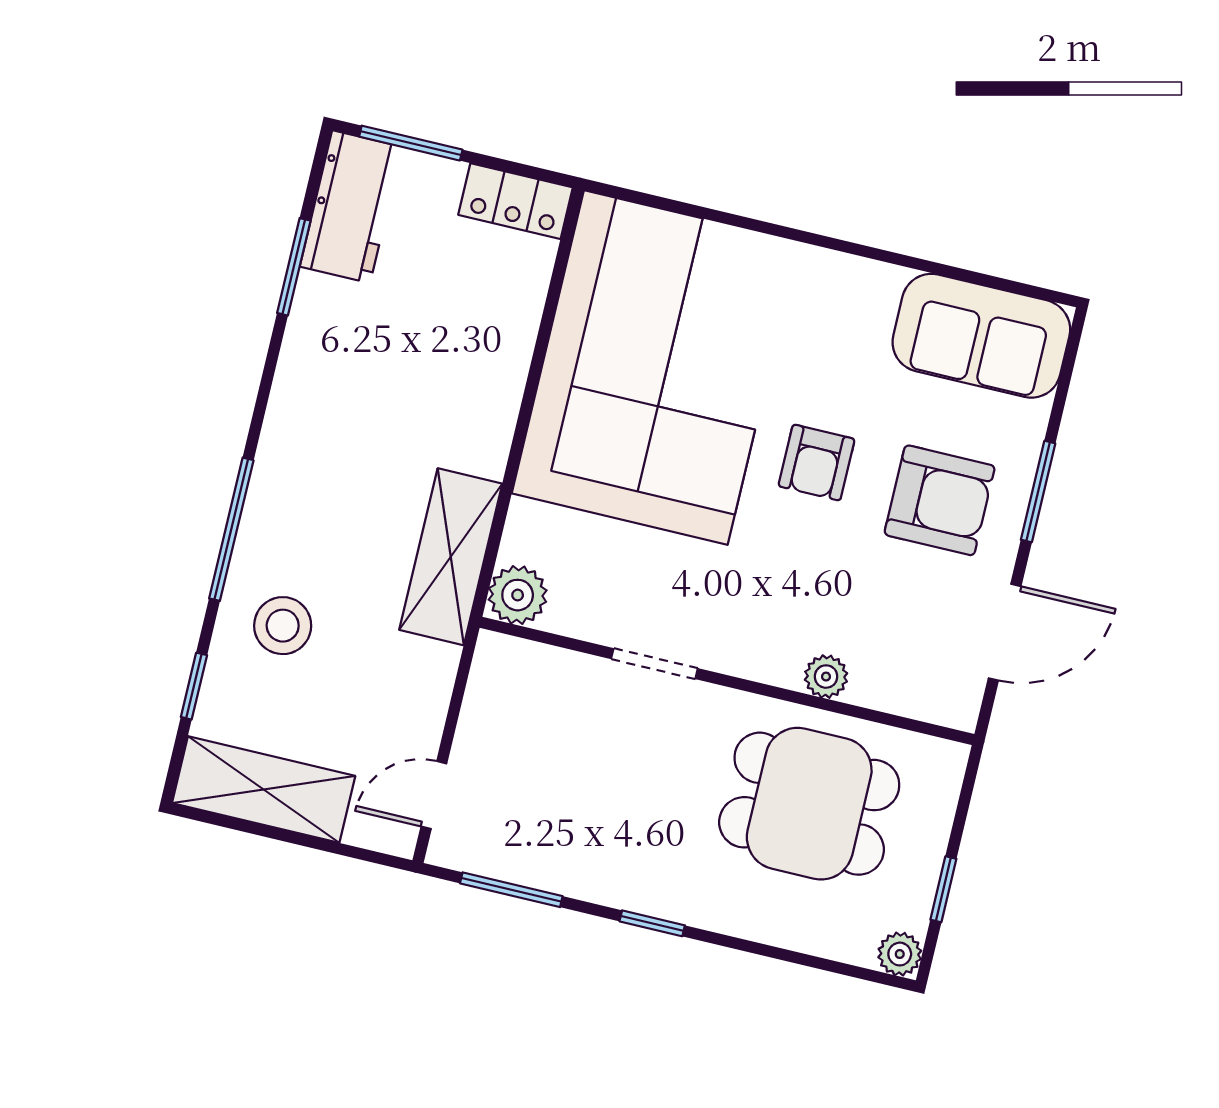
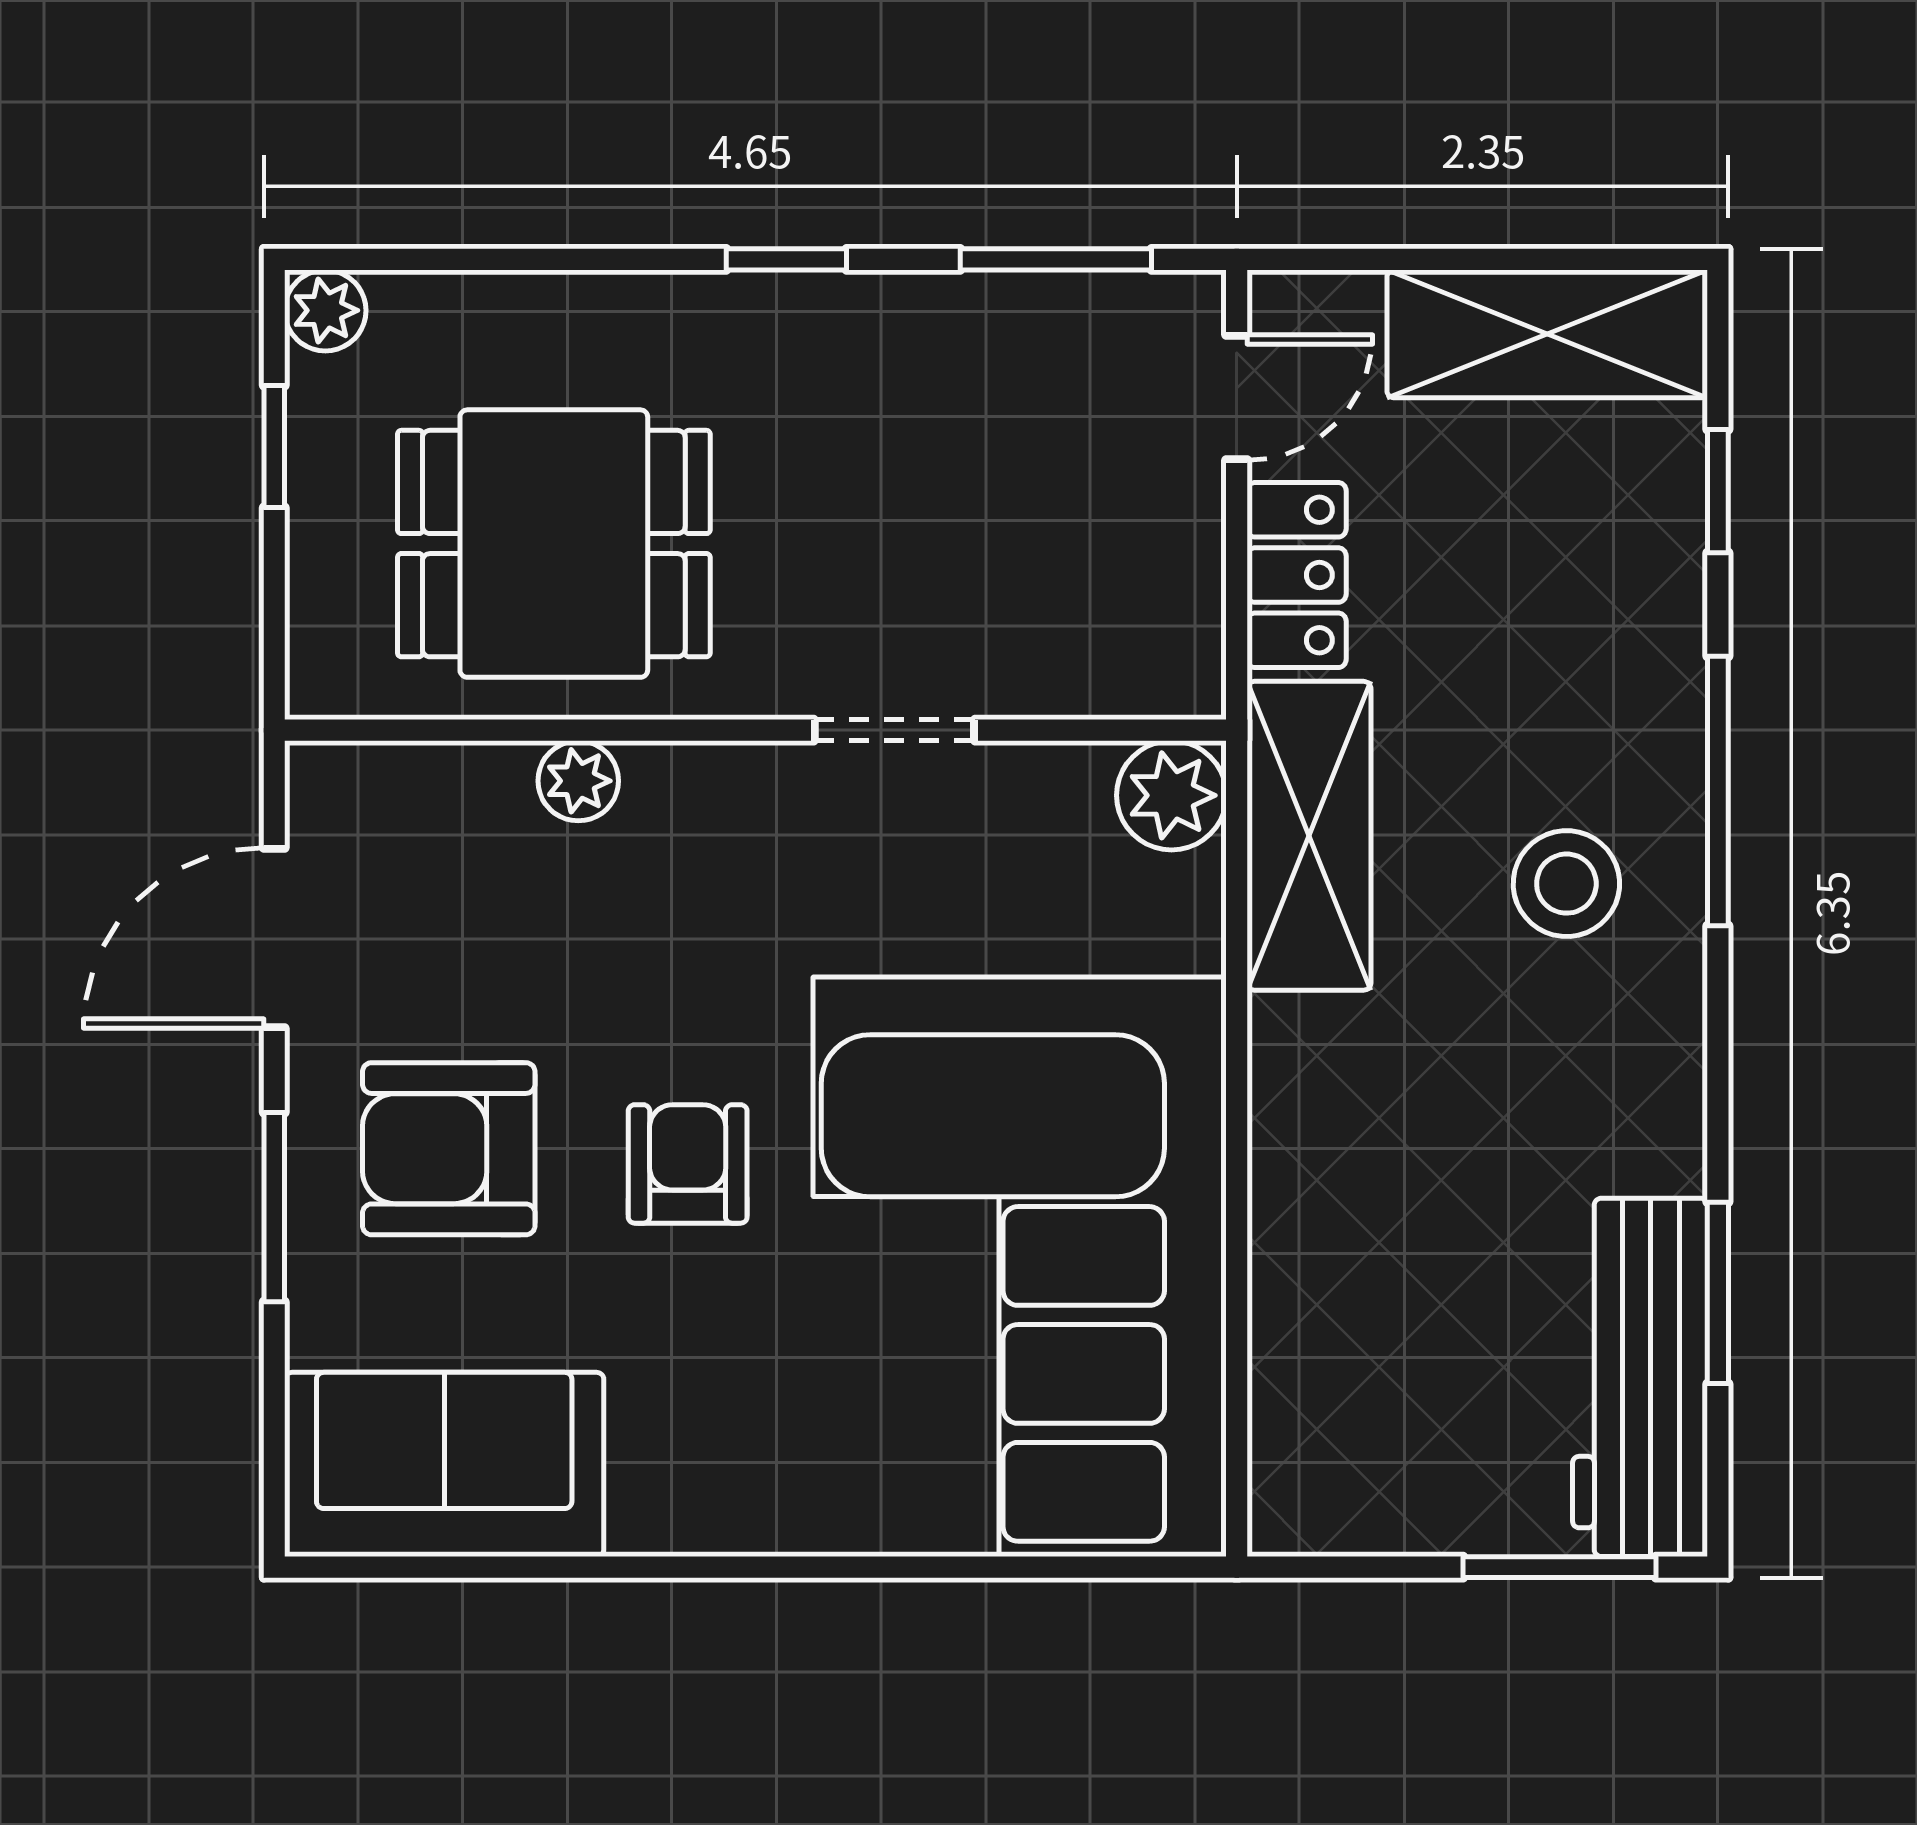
locker: (516, 201) -> (1297, 575), moved, turned 90
workbench: (351, 207) -> (1640, 1377), width x1.37
stool: (283, 626) -> (1566, 884), moved

